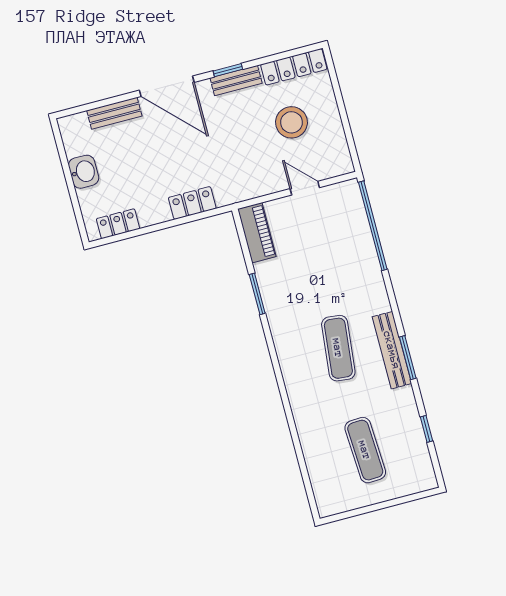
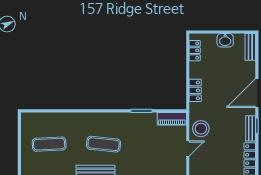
bench: (114, 113) -> (250, 47), moved
stool: (291, 122) -> (201, 129), moved

